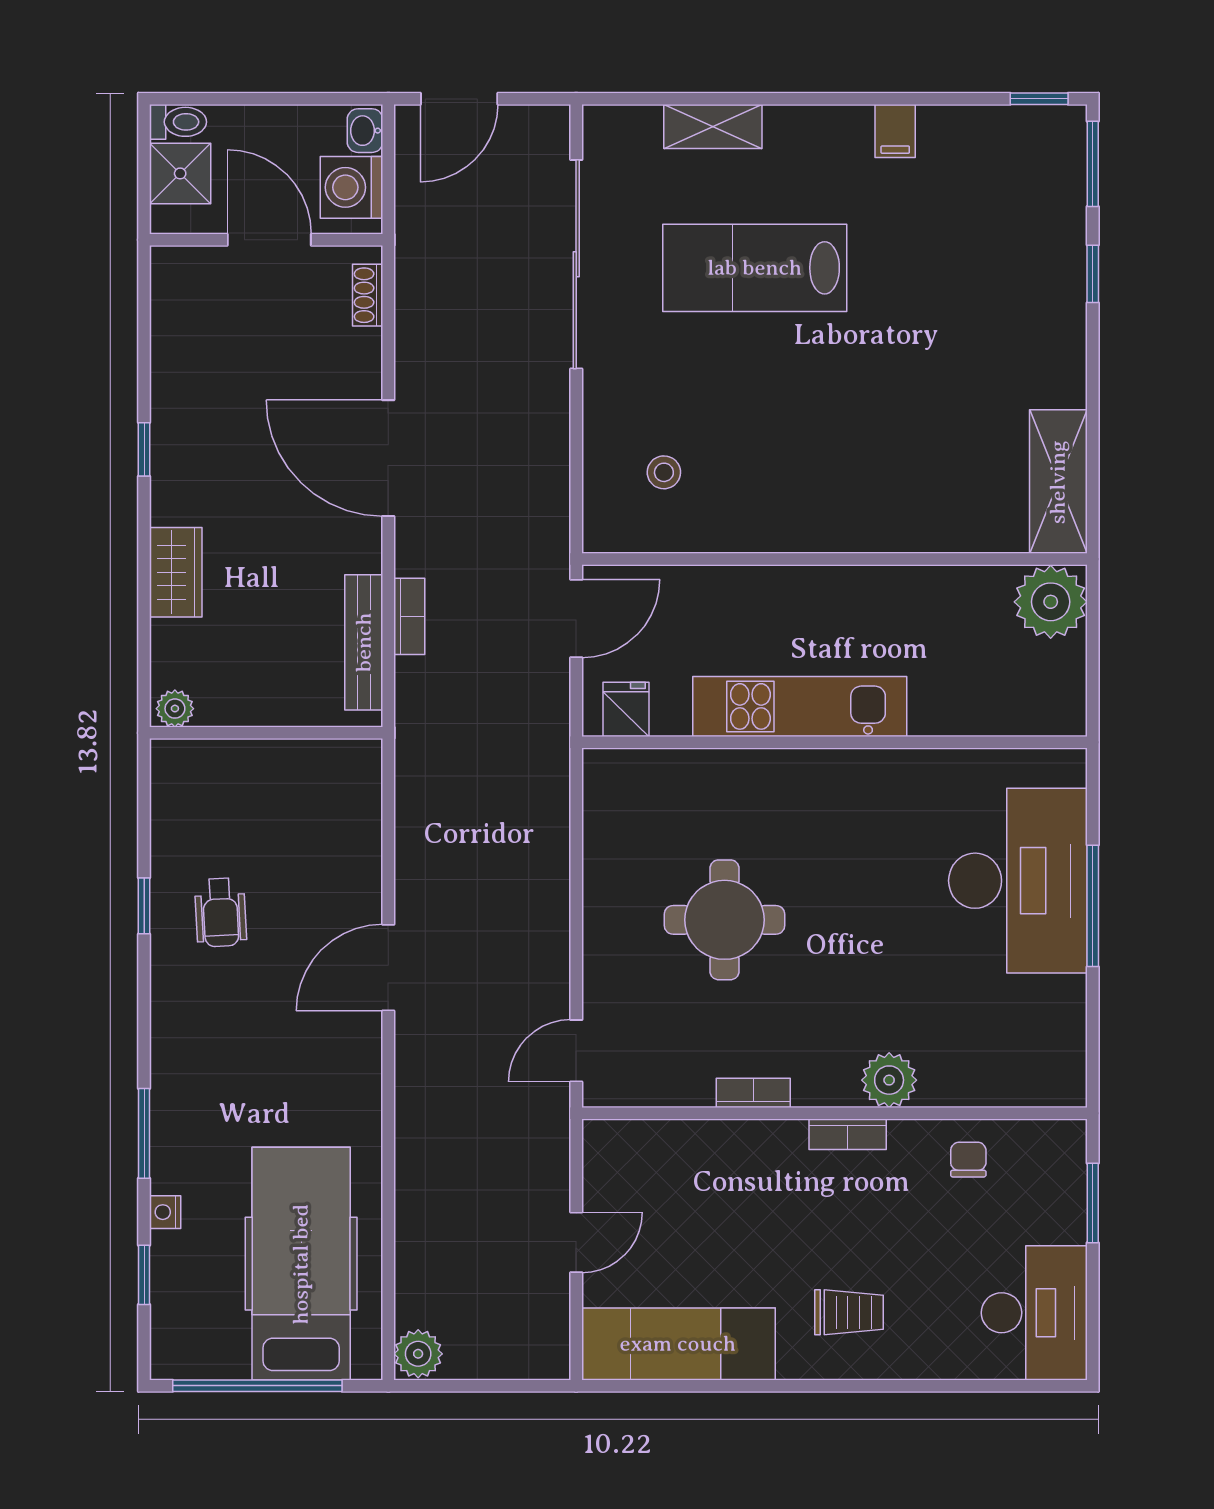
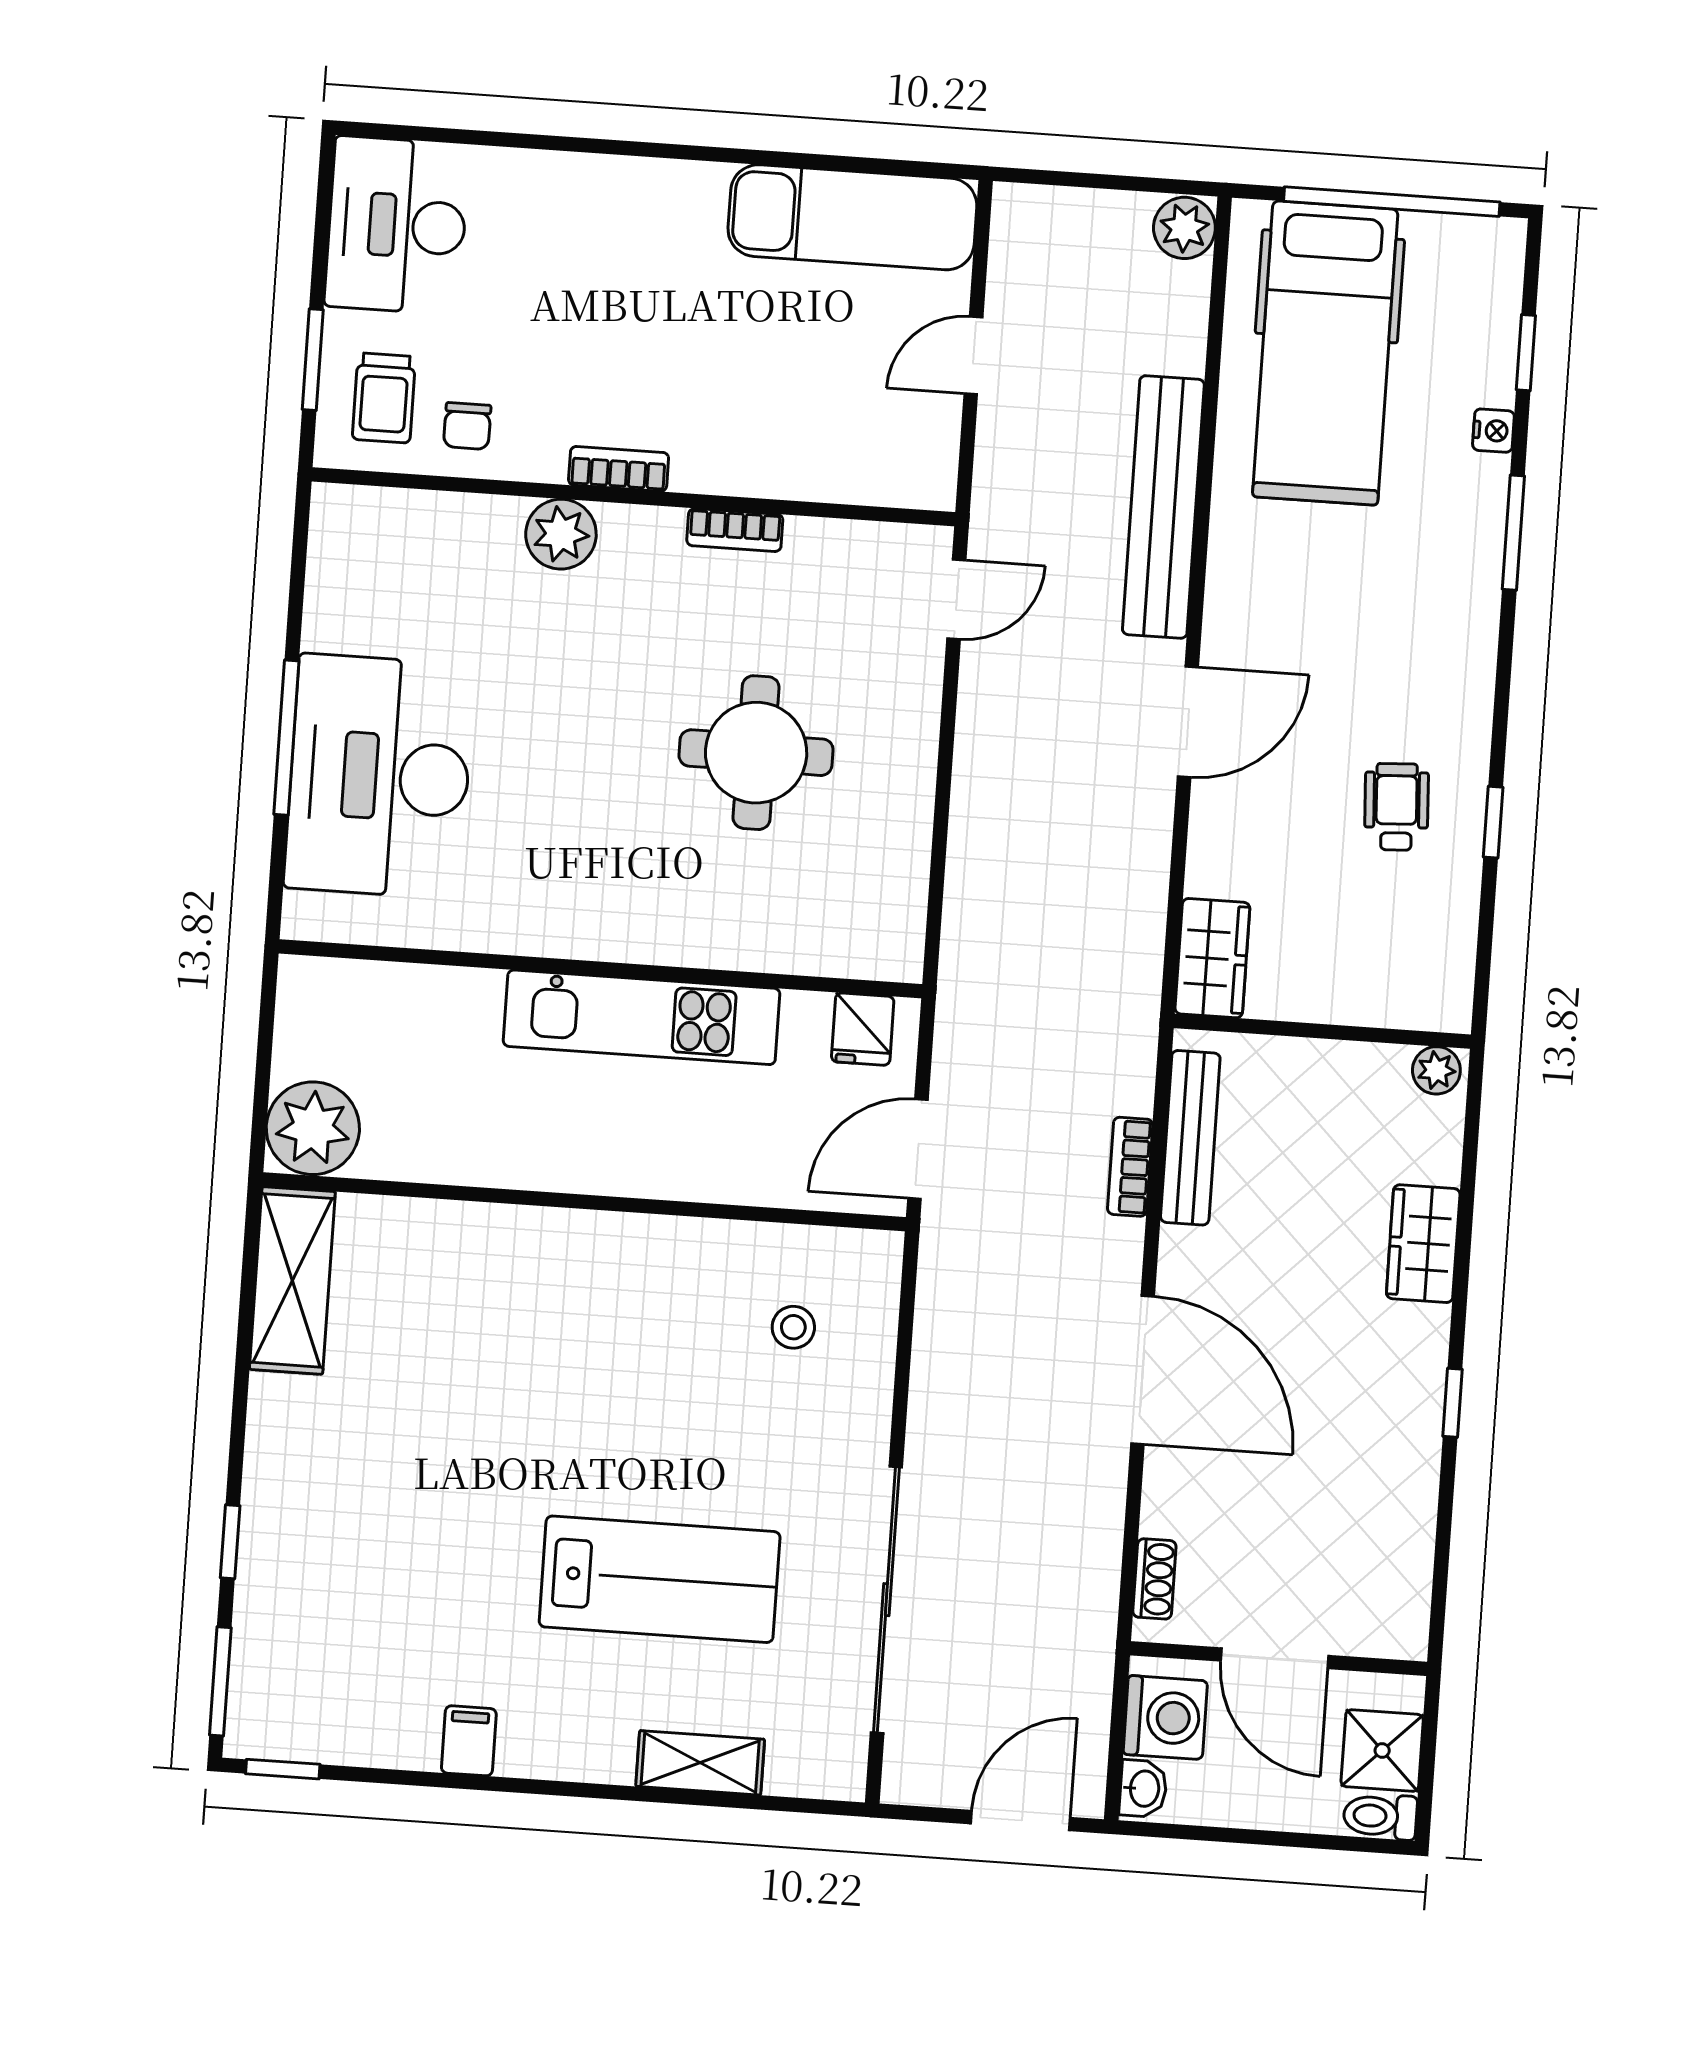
wardrobe: (356, 784) -> (1212, 958), added
bench: (419, 1134) -> (1163, 507), added
trolley: (849, 1312) -> (384, 398), moved, turned -90

